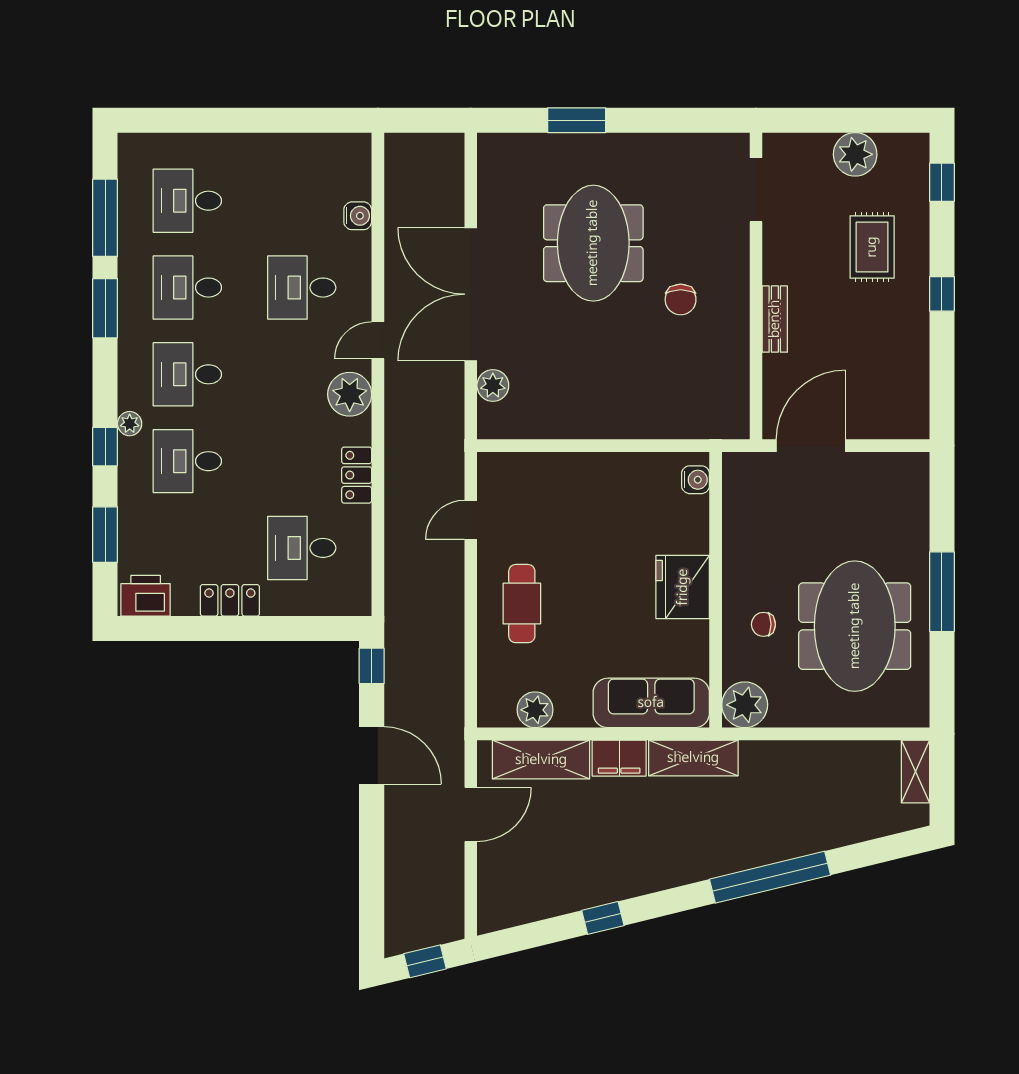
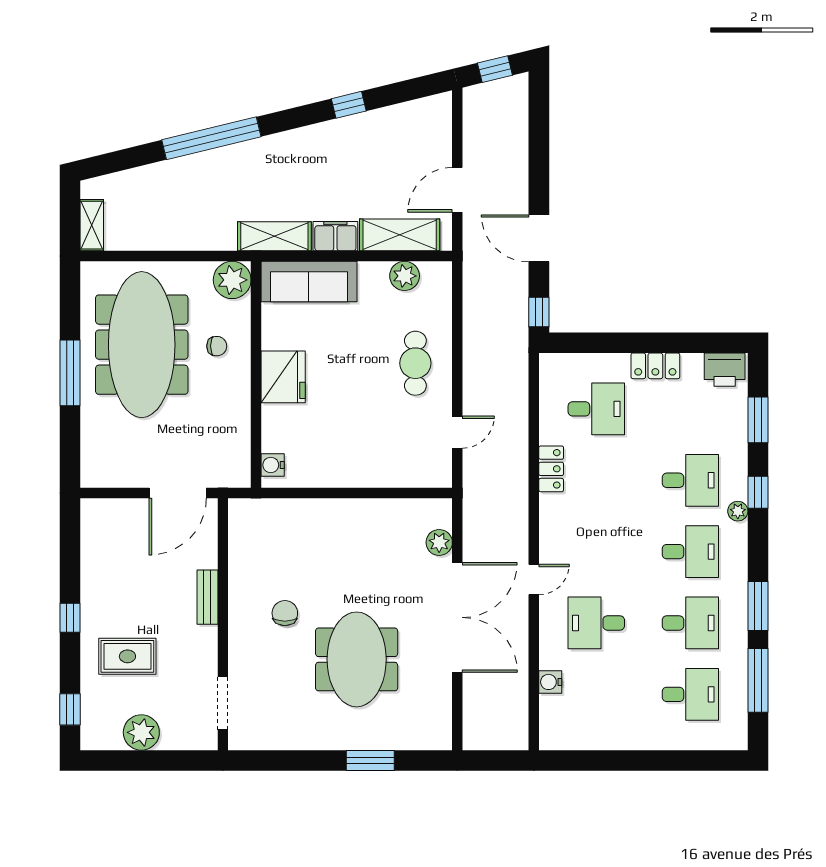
rug: (872, 247) -> (127, 656), turned 90
desk: (302, 288) -> (596, 623), turned 180
plant: (350, 394) -> (557, 535), removed
meeting table: (855, 626) -> (142, 345), width x1.36

